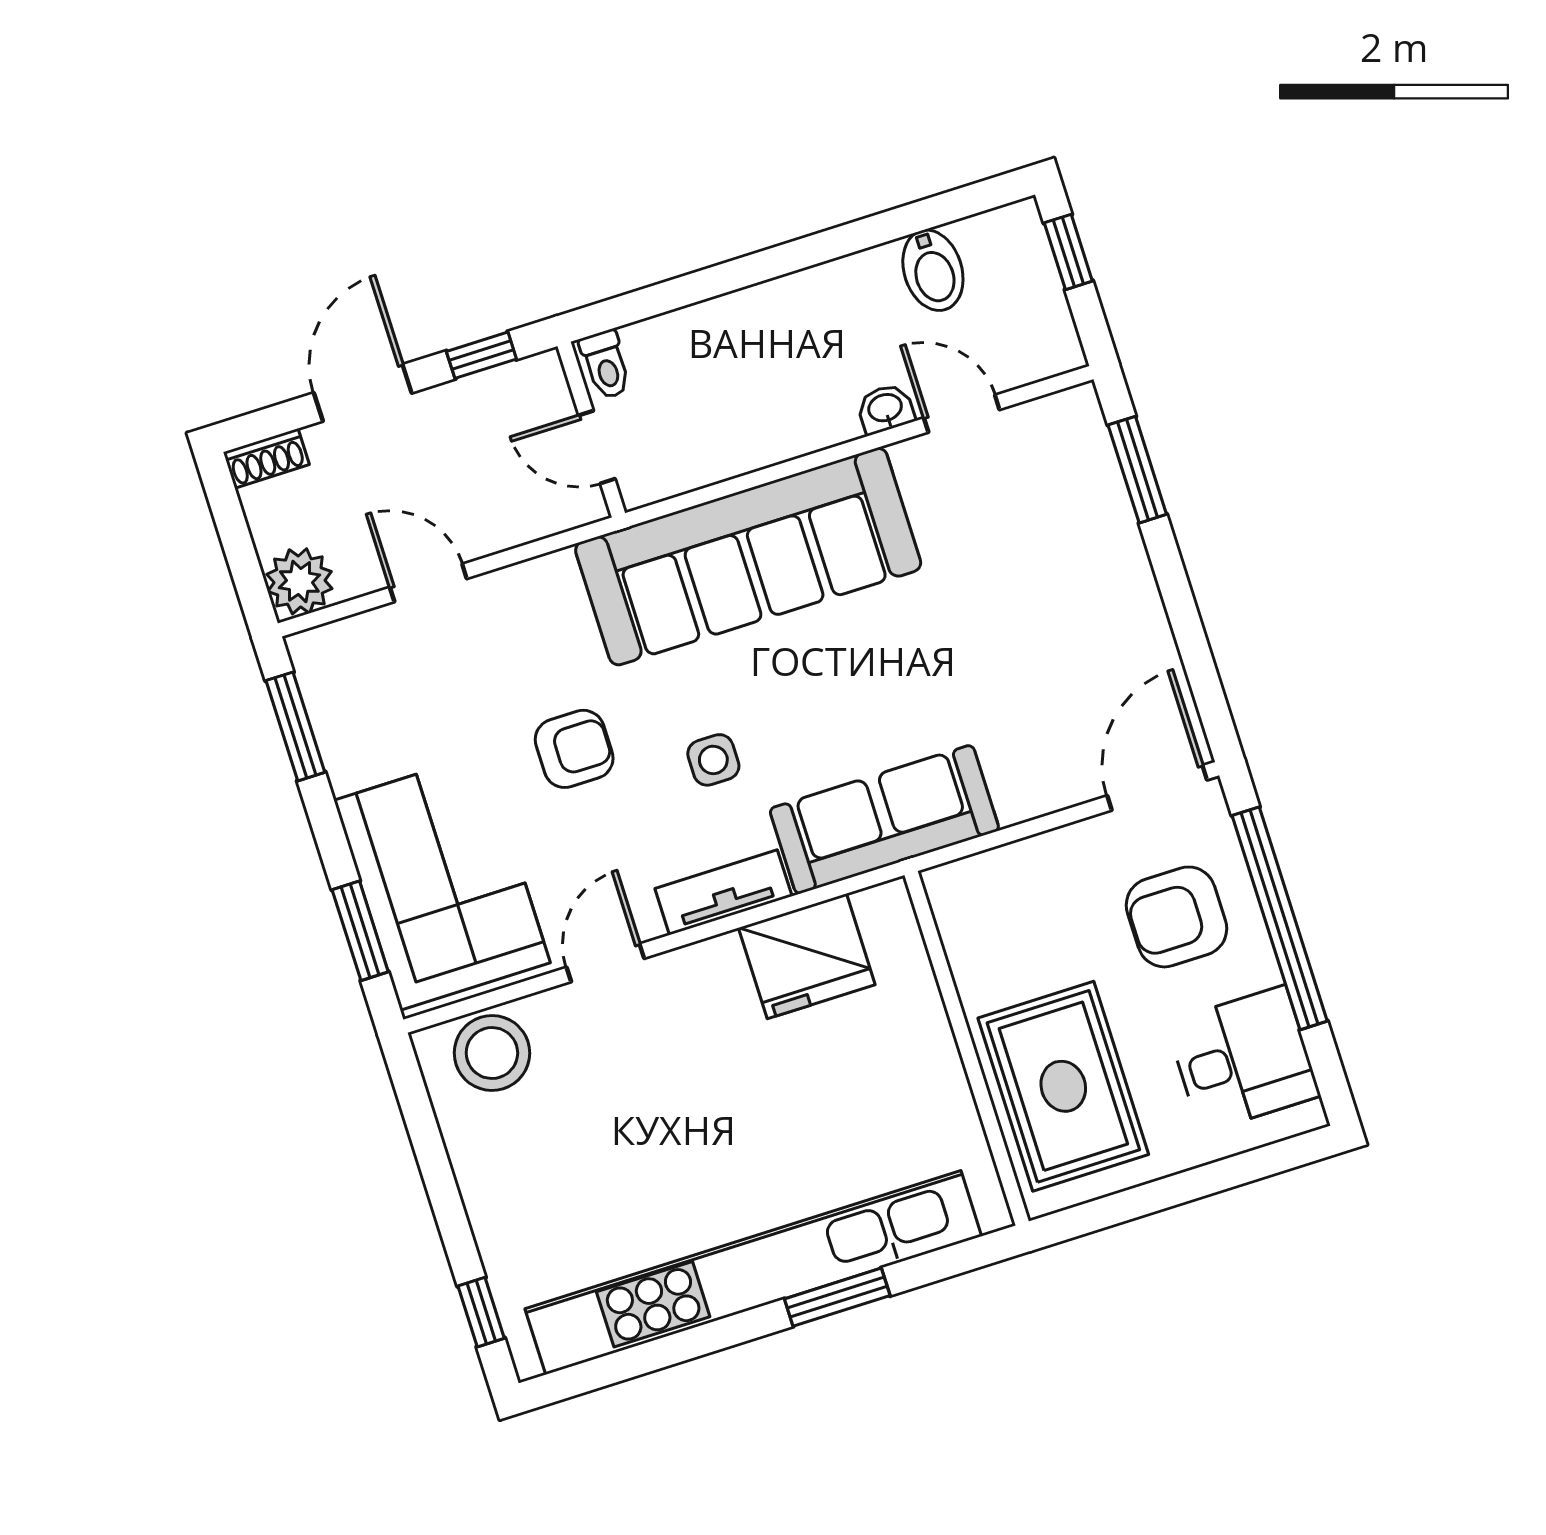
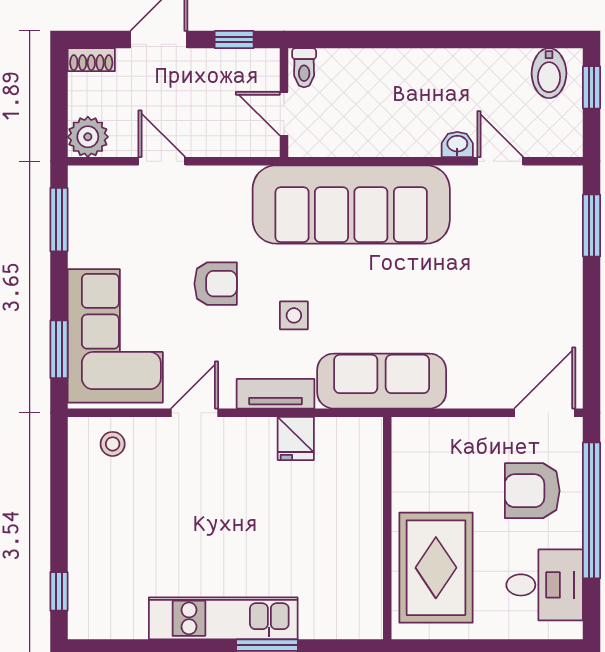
bidet: (933, 270) -> (549, 73), moved
fridge: (807, 956) -> (296, 438), width x0.53, depth x0.75
stool: (492, 1053) -> (113, 444), width x0.53, depth x0.53
kitchen unit: (753, 1272) -> (223, 618), width x0.54

